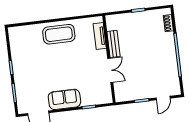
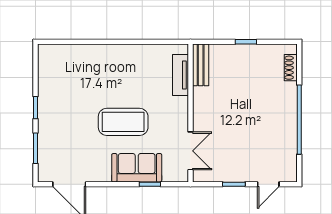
coffee table: (59, 34) -> (123, 122), moved
bench: (114, 44) -> (201, 65), moved
double door: (110, 70) -> (190, 151), moved
sofa: (64, 99) -> (137, 168), moved

